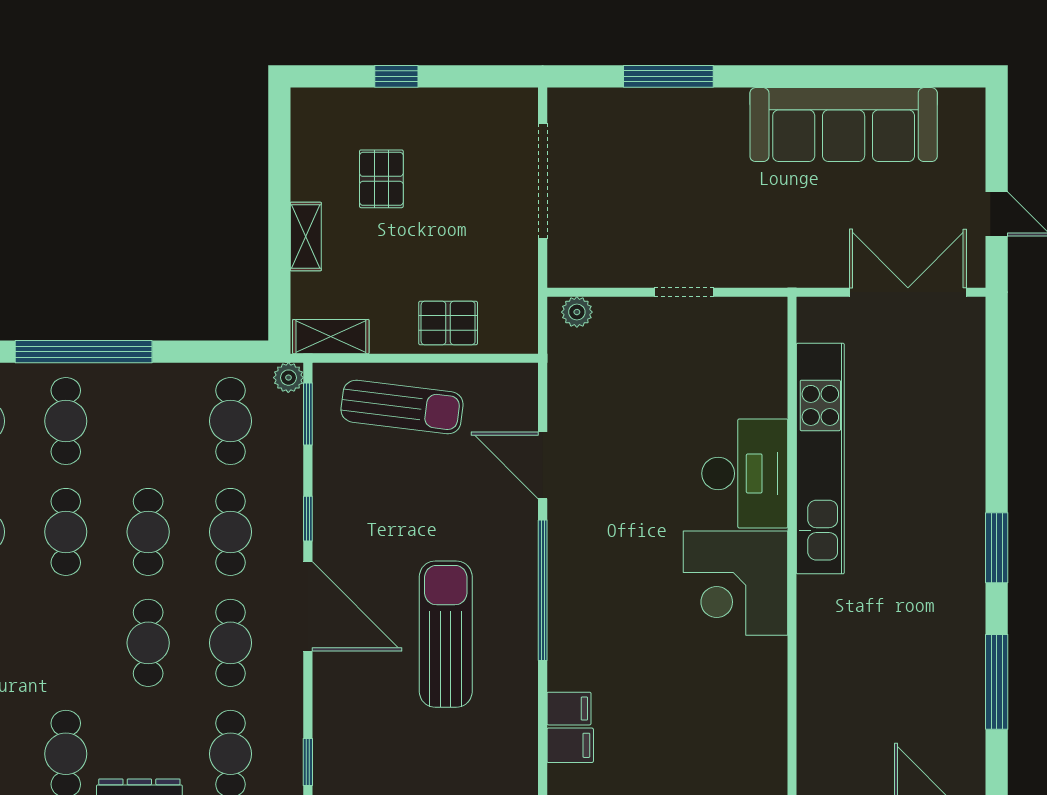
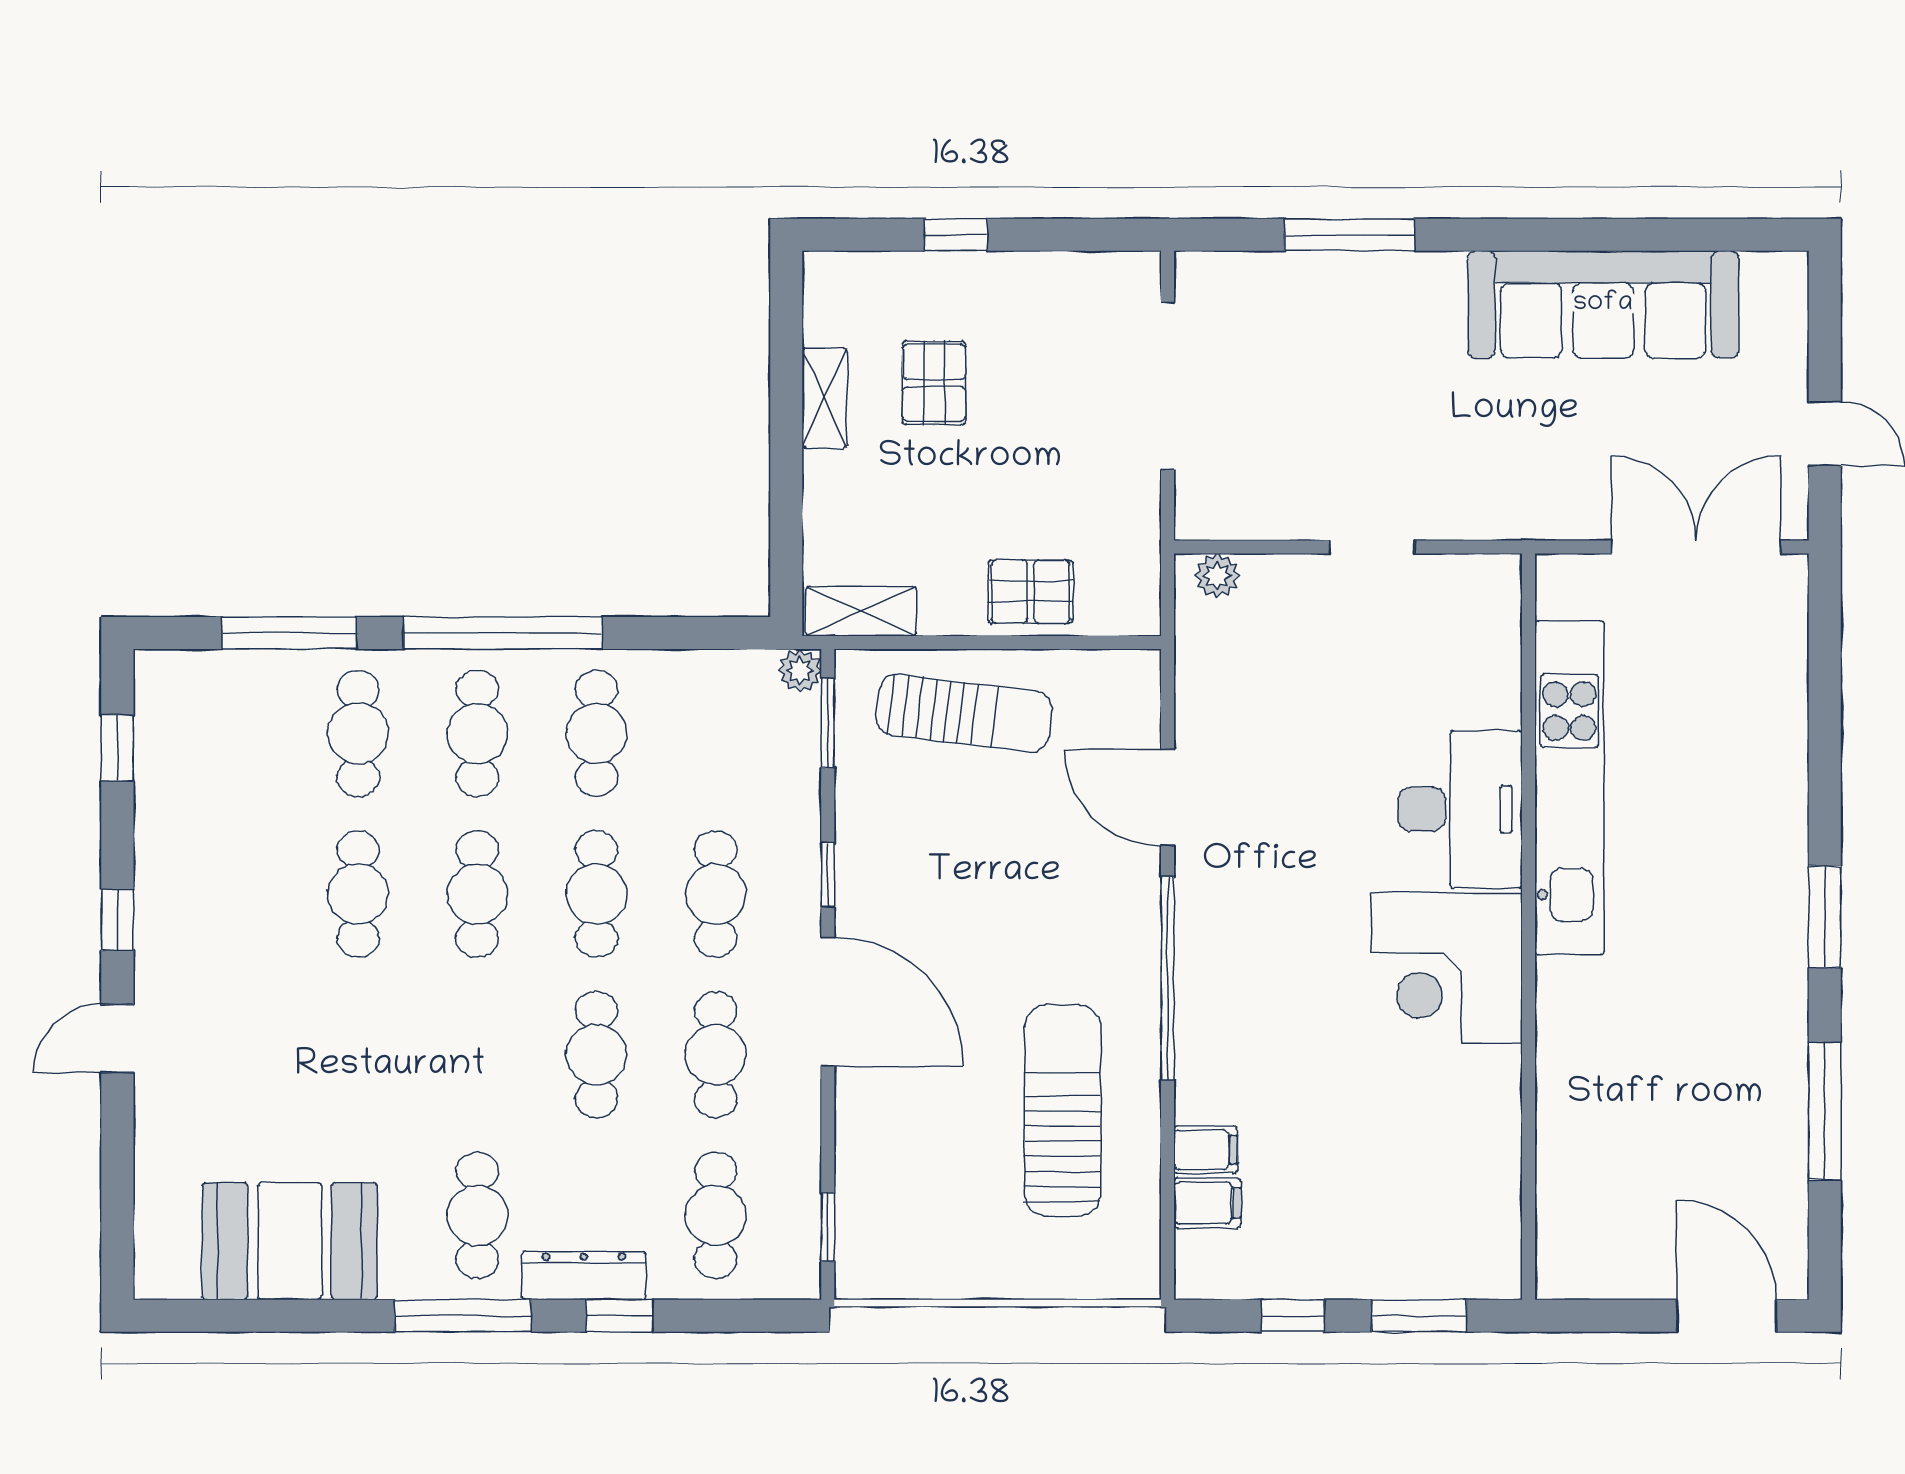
shelving: (306, 237) -> (825, 398), moved
cafe table: (230, 421) -> (596, 733), moved
sun lounger: (446, 634) -> (1063, 1111), moved

